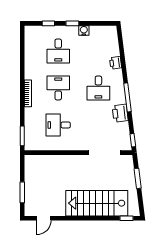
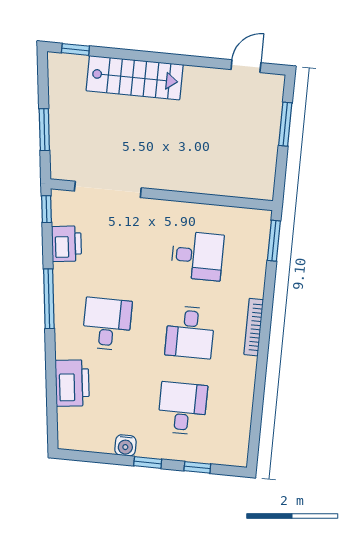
printer: (115, 63) -> (72, 383), width x1.87, depth x1.48
printer: (120, 113) -> (67, 244), moved
stairs: (97, 203) -> (135, 78), width x0.73, depth x0.66

